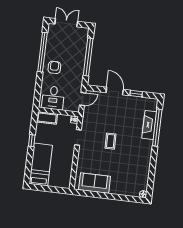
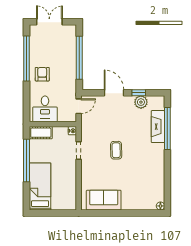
plant: (137, 102) -> (141, 102), added
window: (32, 141) -> (27, 160), width x3.17

